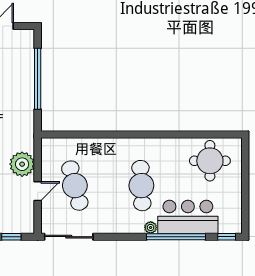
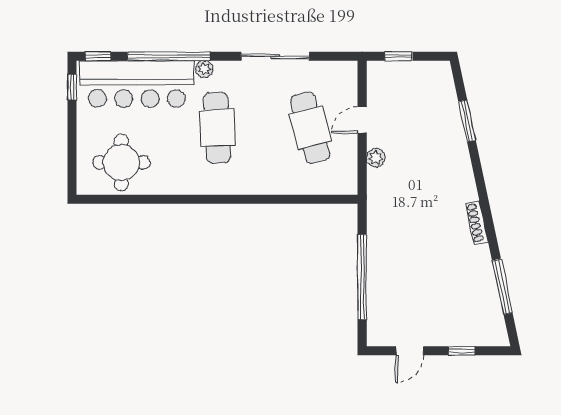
plant: (22, 164) -> (376, 158), width x0.53, depth x0.53
window: (245, 215) -> (72, 87), added
bar counter: (188, 217) -> (137, 84), width x1.36
sliding door: (69, 237) -> (275, 56), moved

